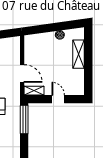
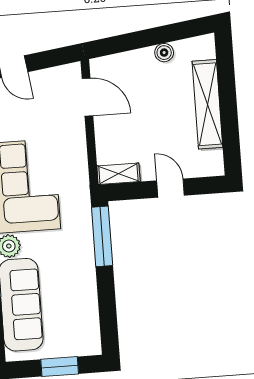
shelving: (79, 54) -> (207, 104), width x1.47
door: (22, 73) -> (87, 97), moved

